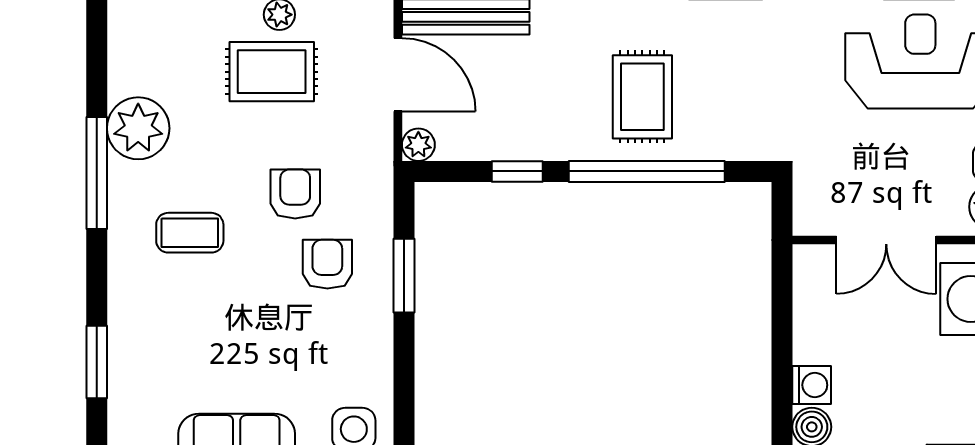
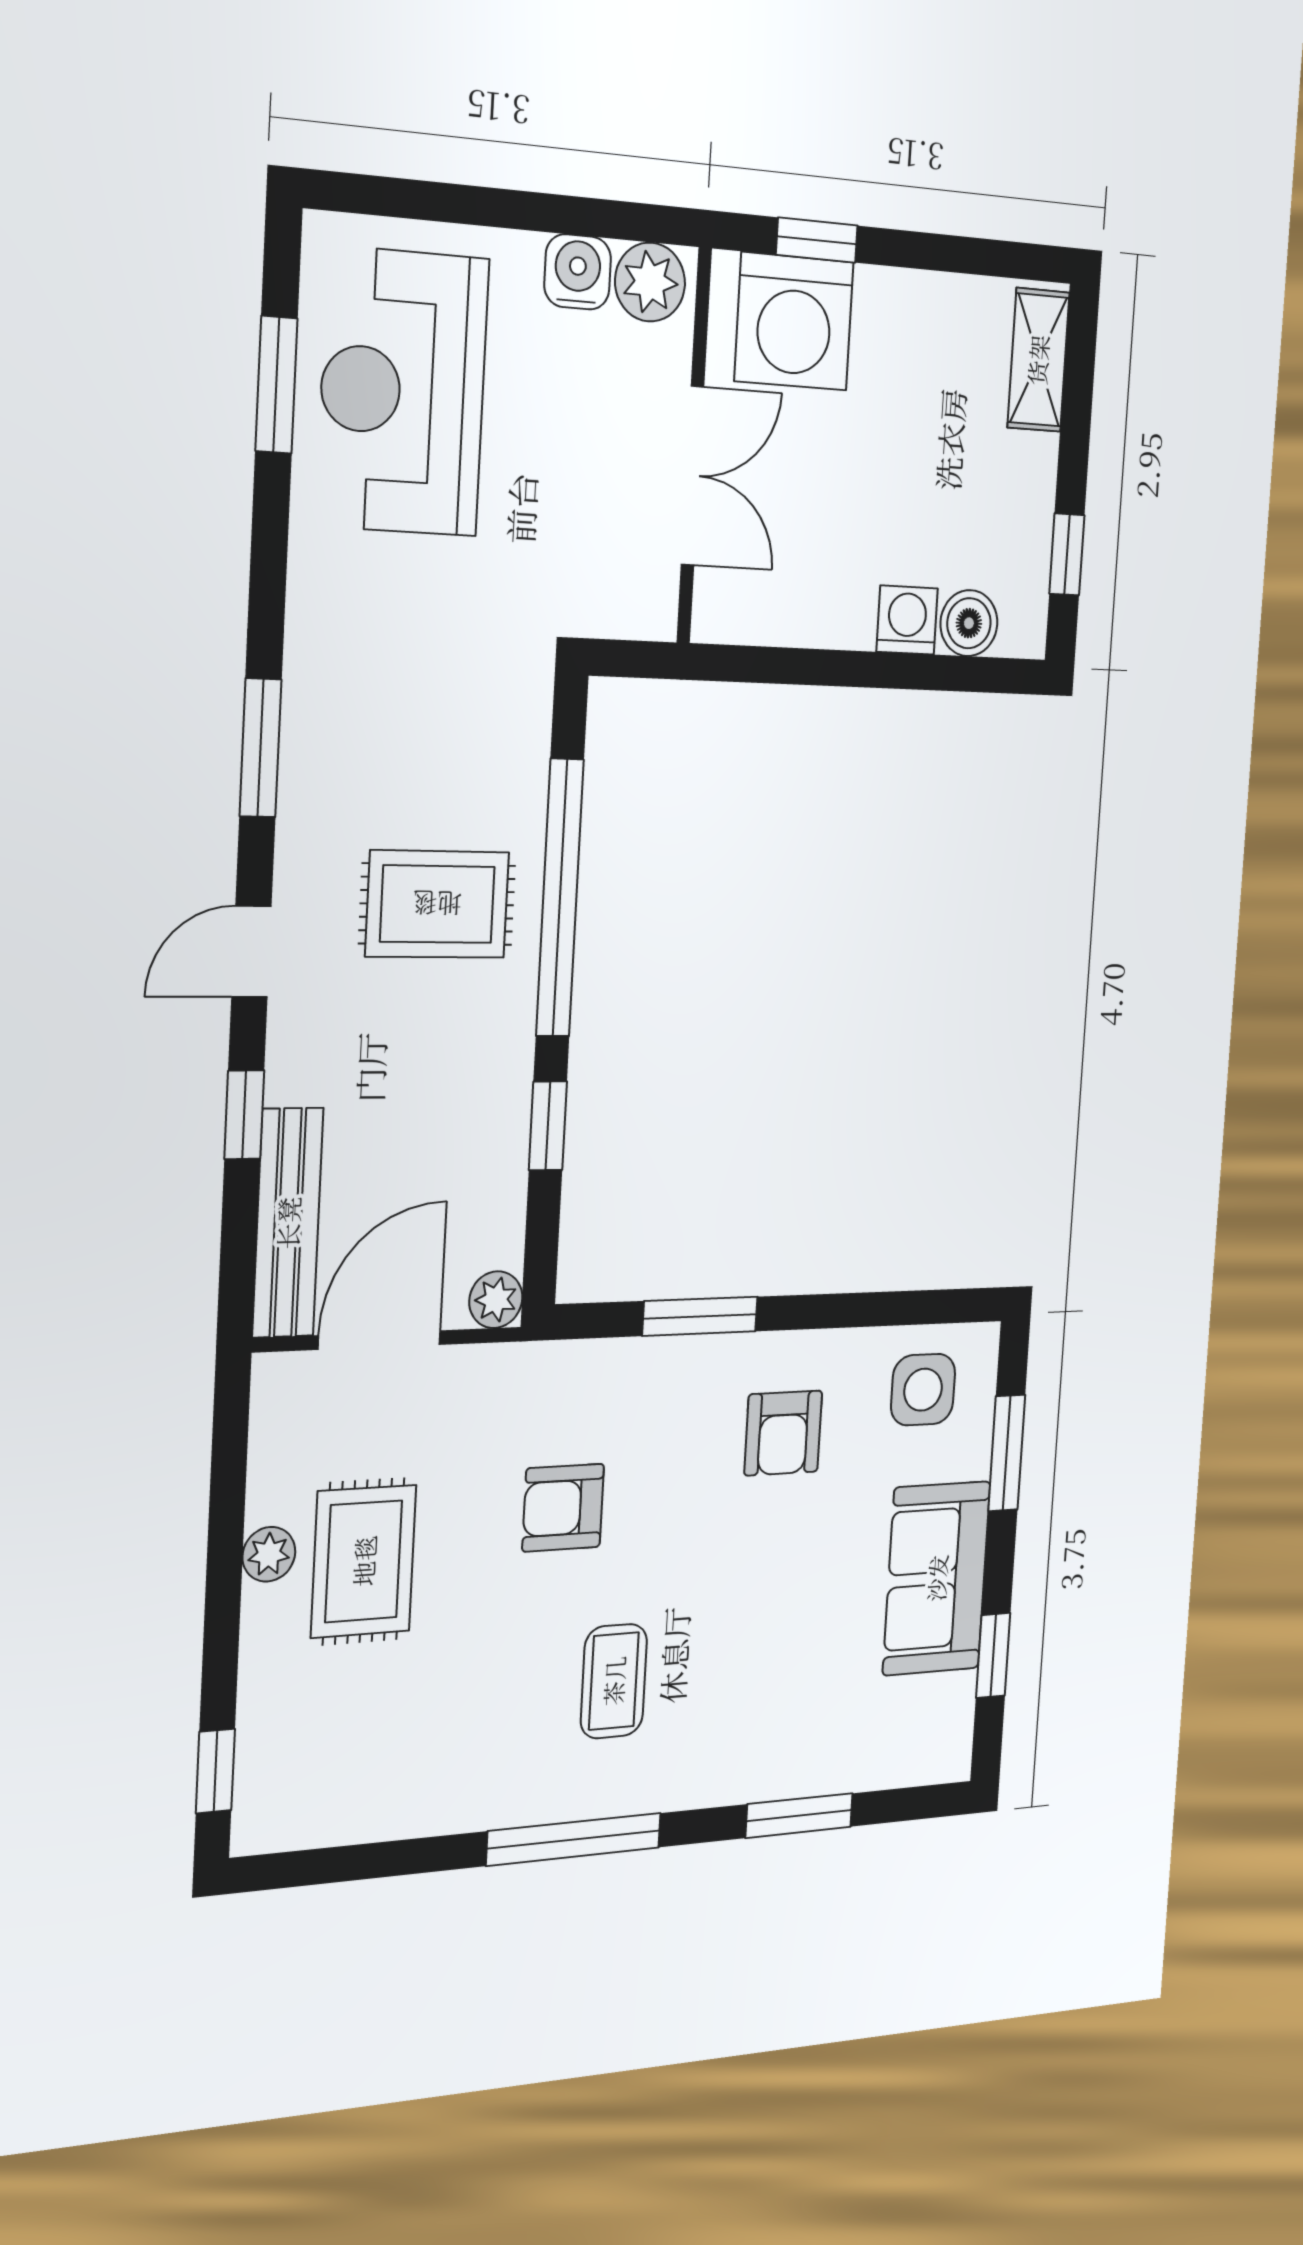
plant: (138, 128) -> (445, 1783), removed
window: (97, 173) -> (574, 1839), moved
armchair: (327, 264) -> (783, 1433), moved, turned -90

